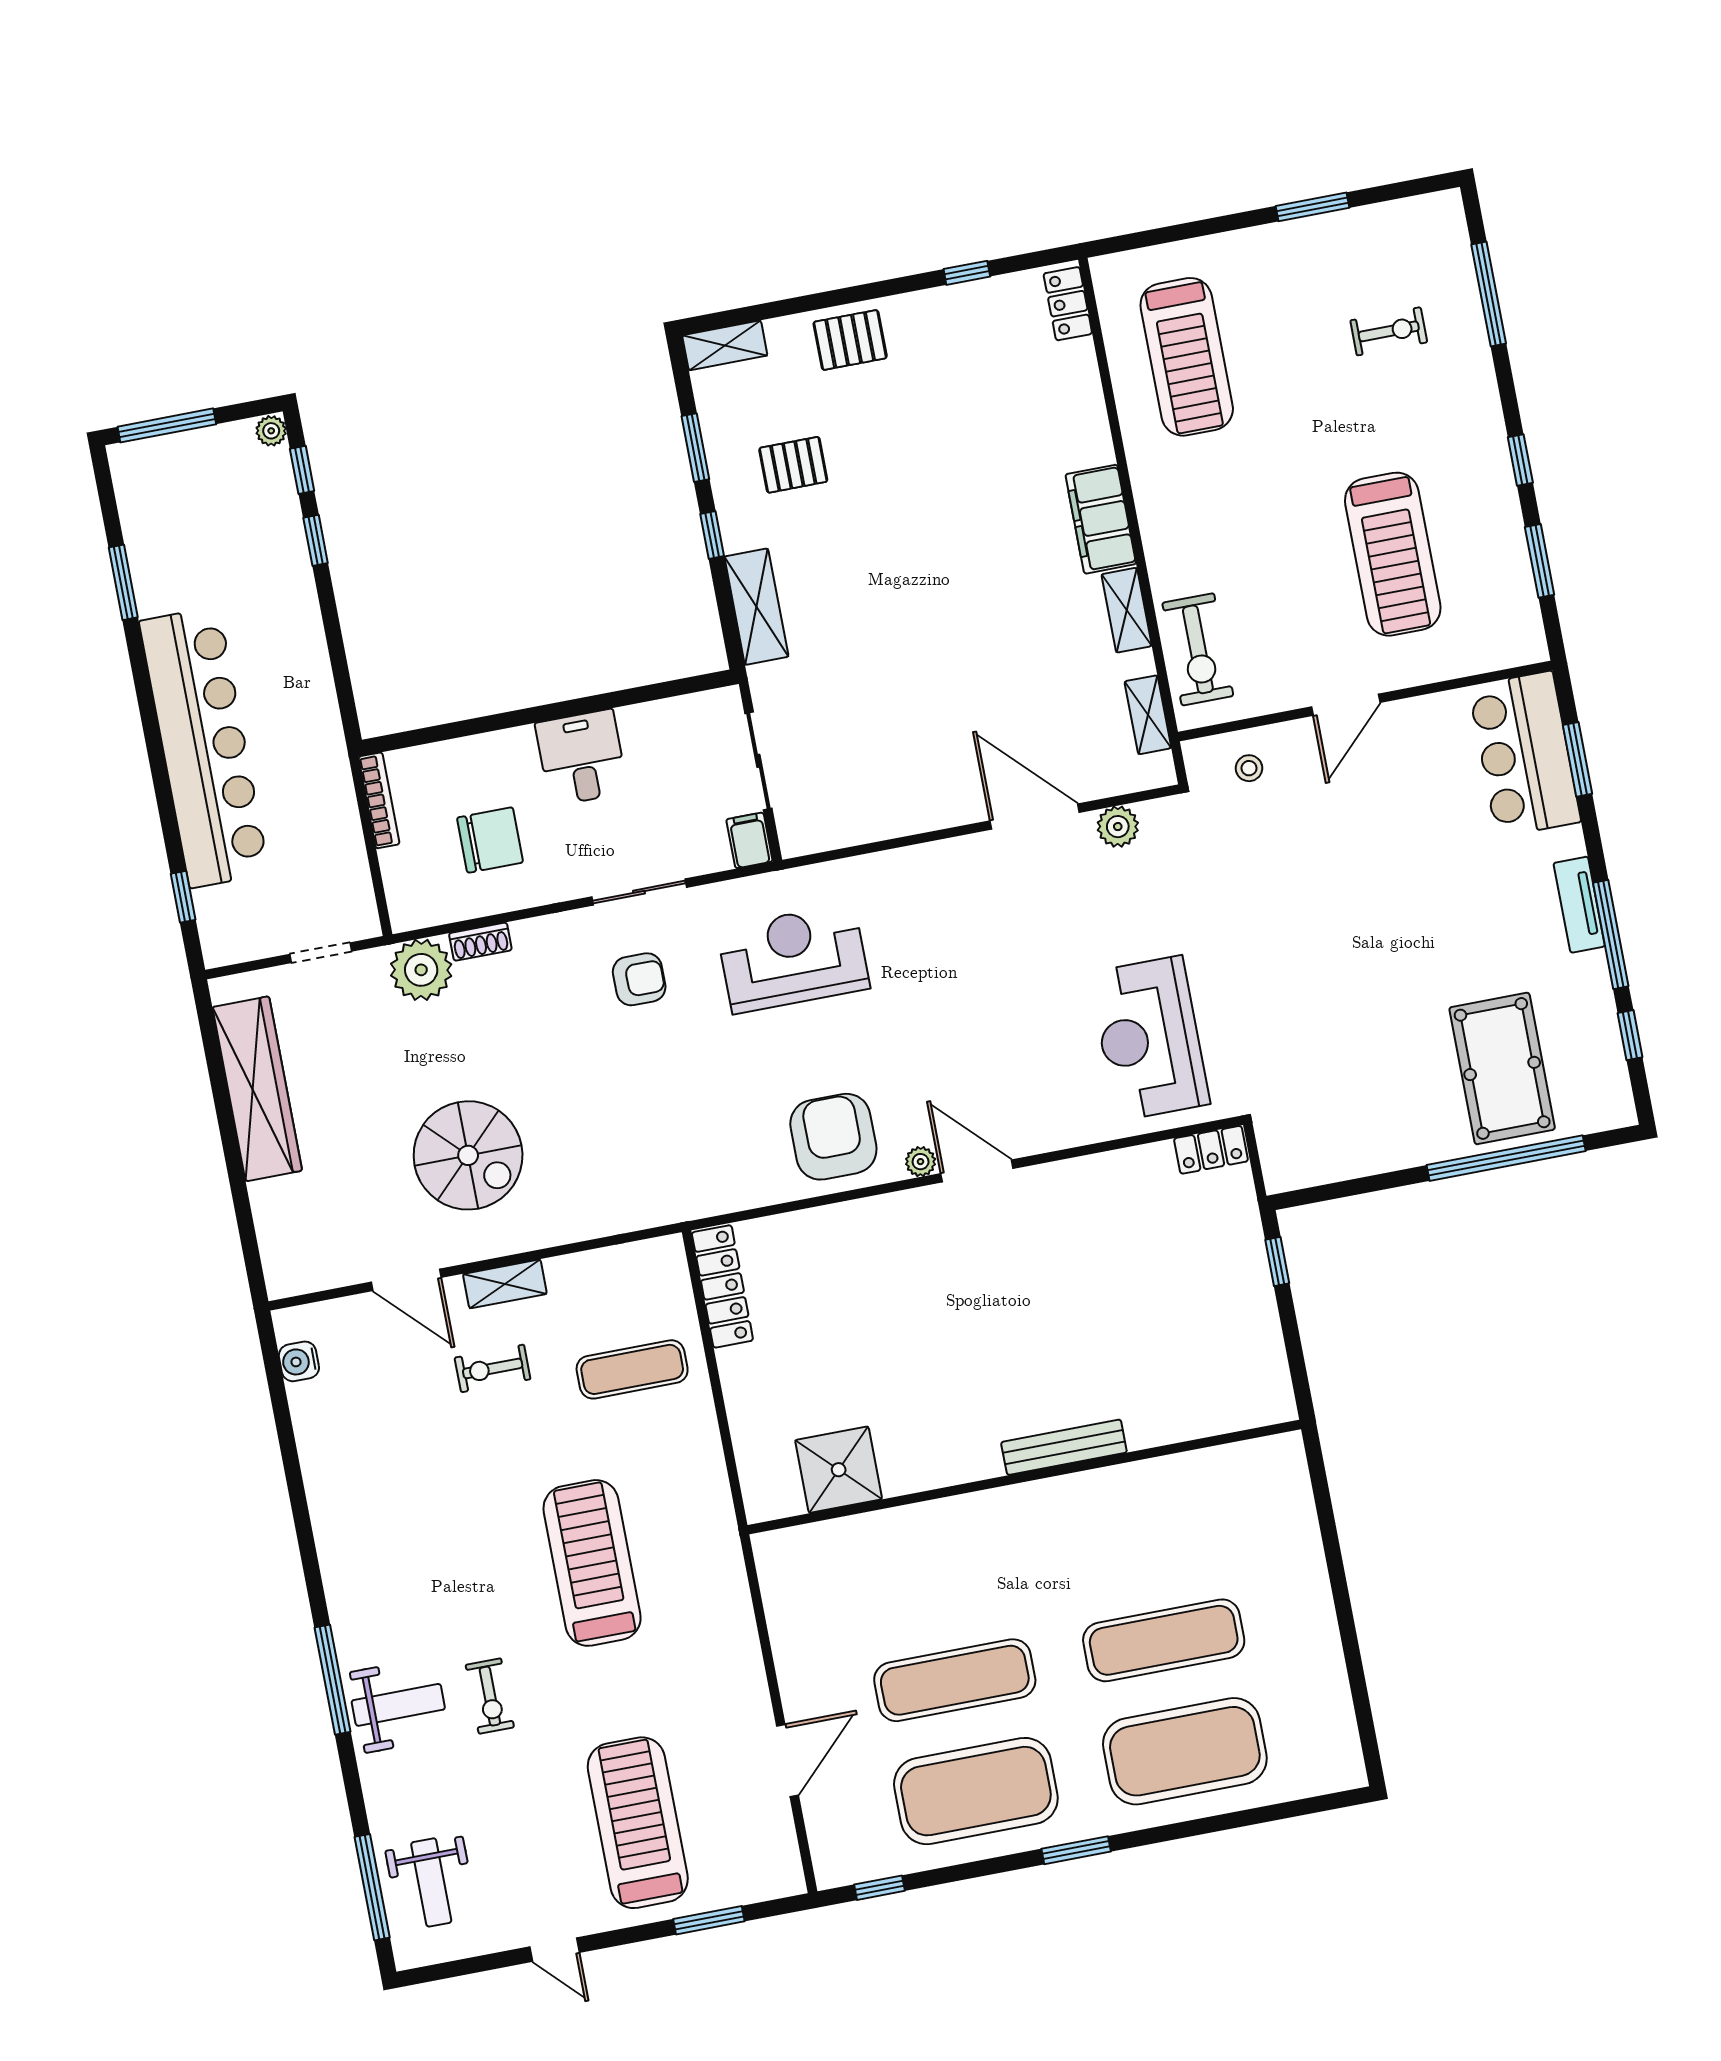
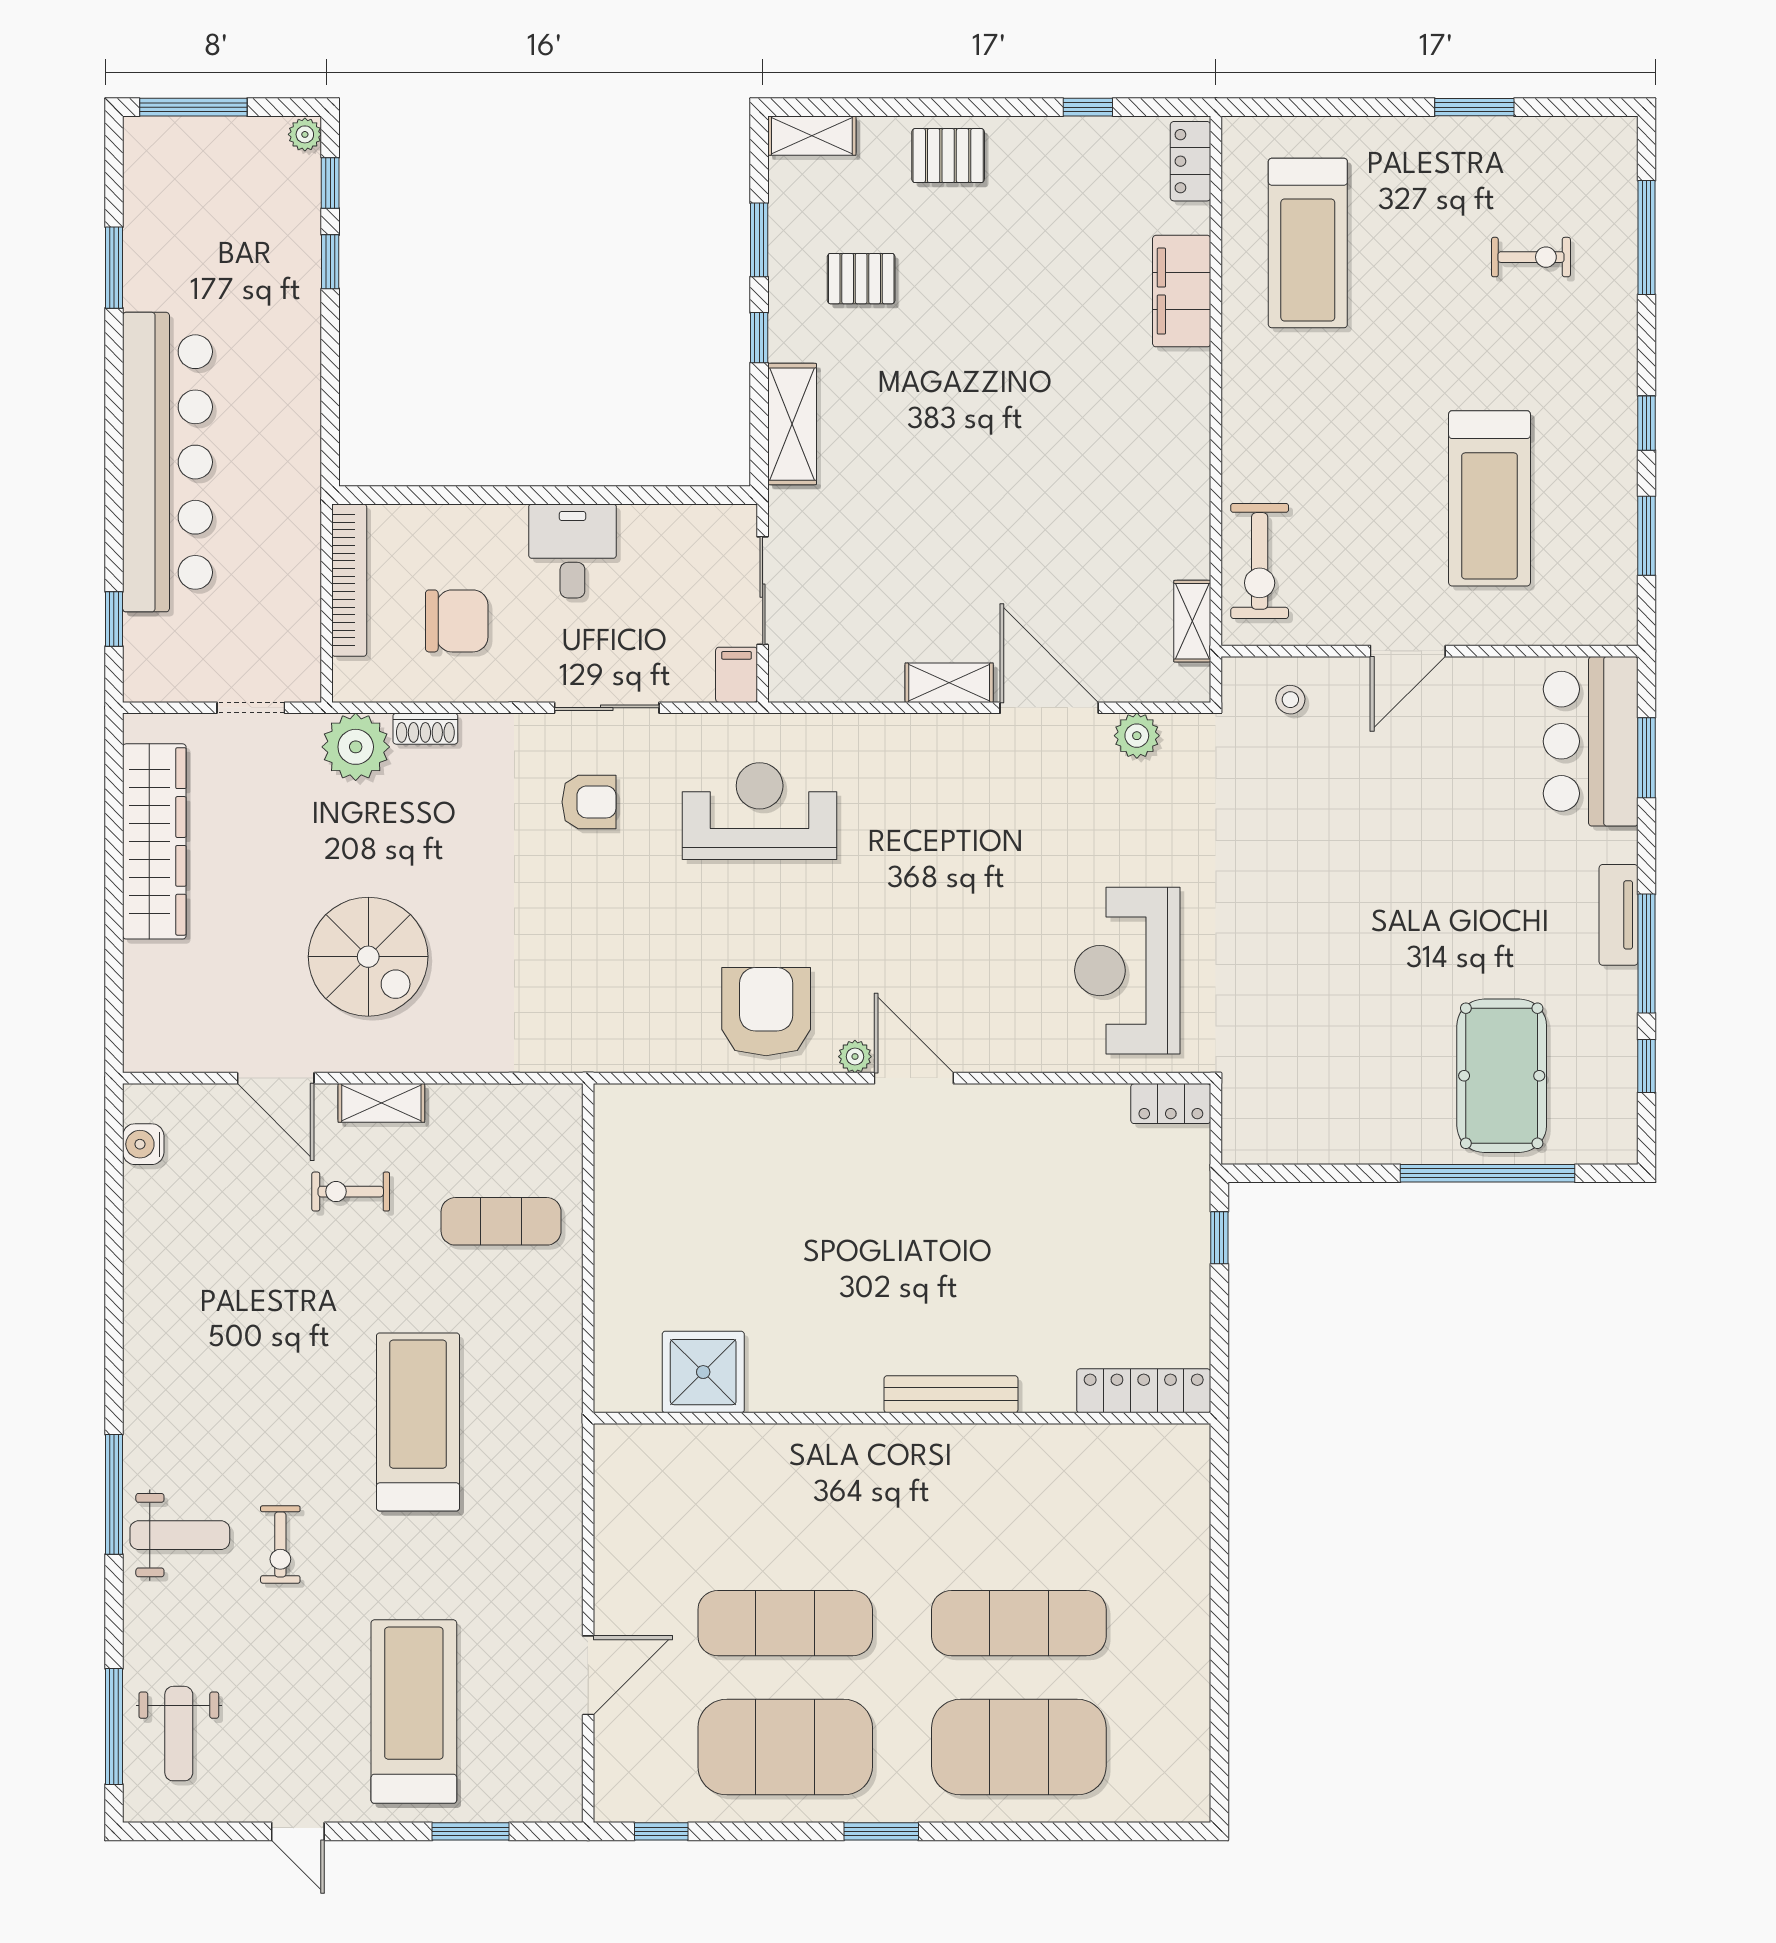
filing cabinet: (1101, 519) -> (1182, 291), moved
shelving: (1127, 610) -> (949, 683), moved, turned 90
bookcase: (379, 800) -> (349, 580), width x1.48, depth x1.31
locker: (722, 1286) -> (1144, 1391), moved, turned -90

